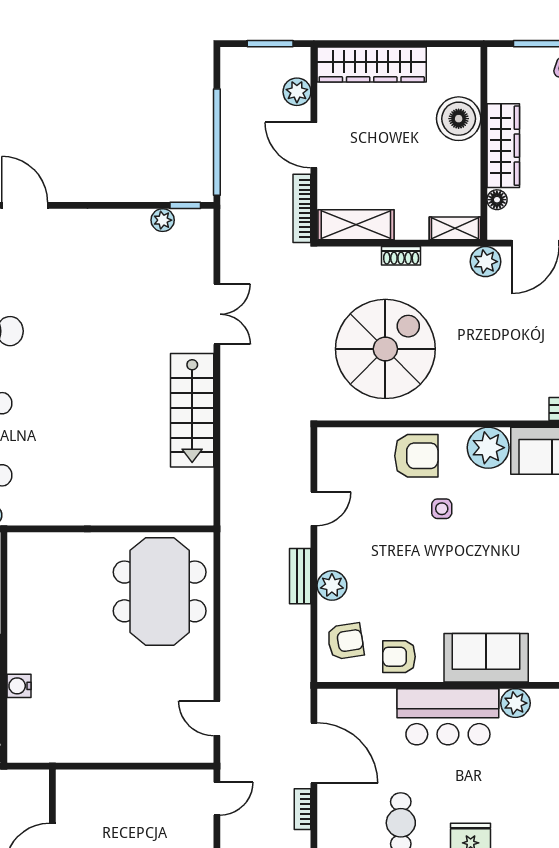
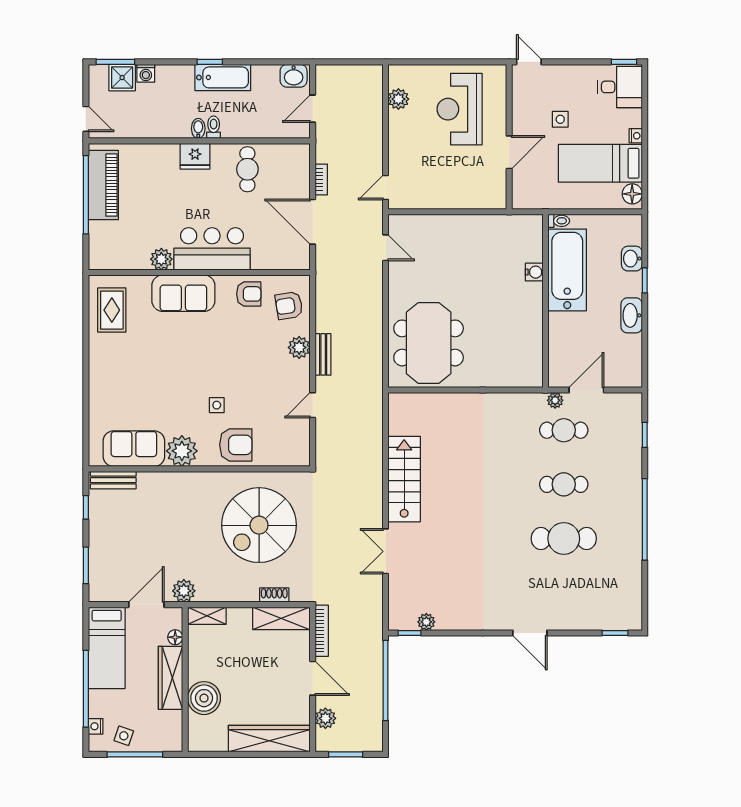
shoe rack: (401, 256) -> (274, 595), moved
armchair: (416, 456) -> (236, 445), turned 180

